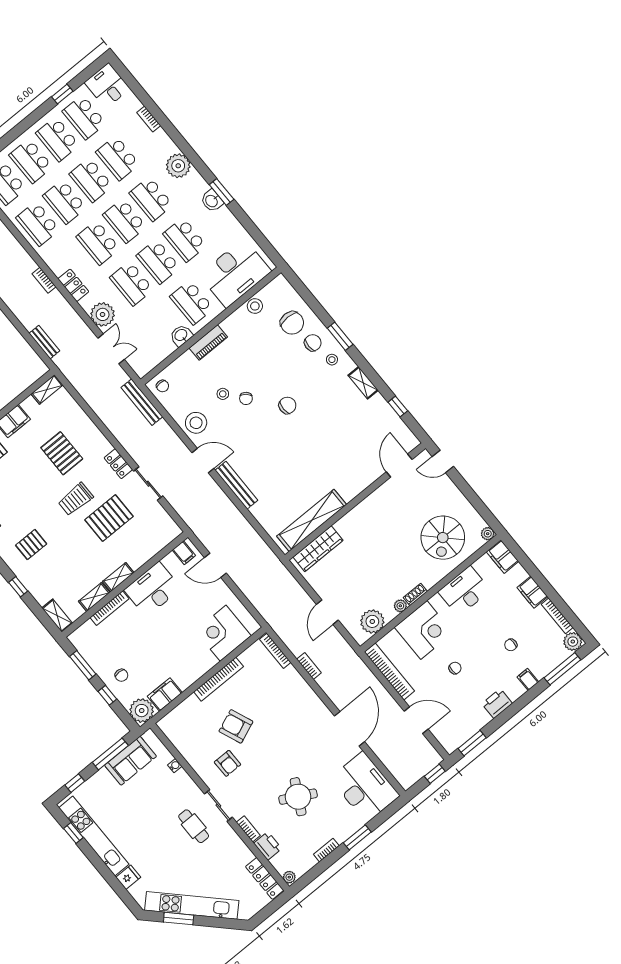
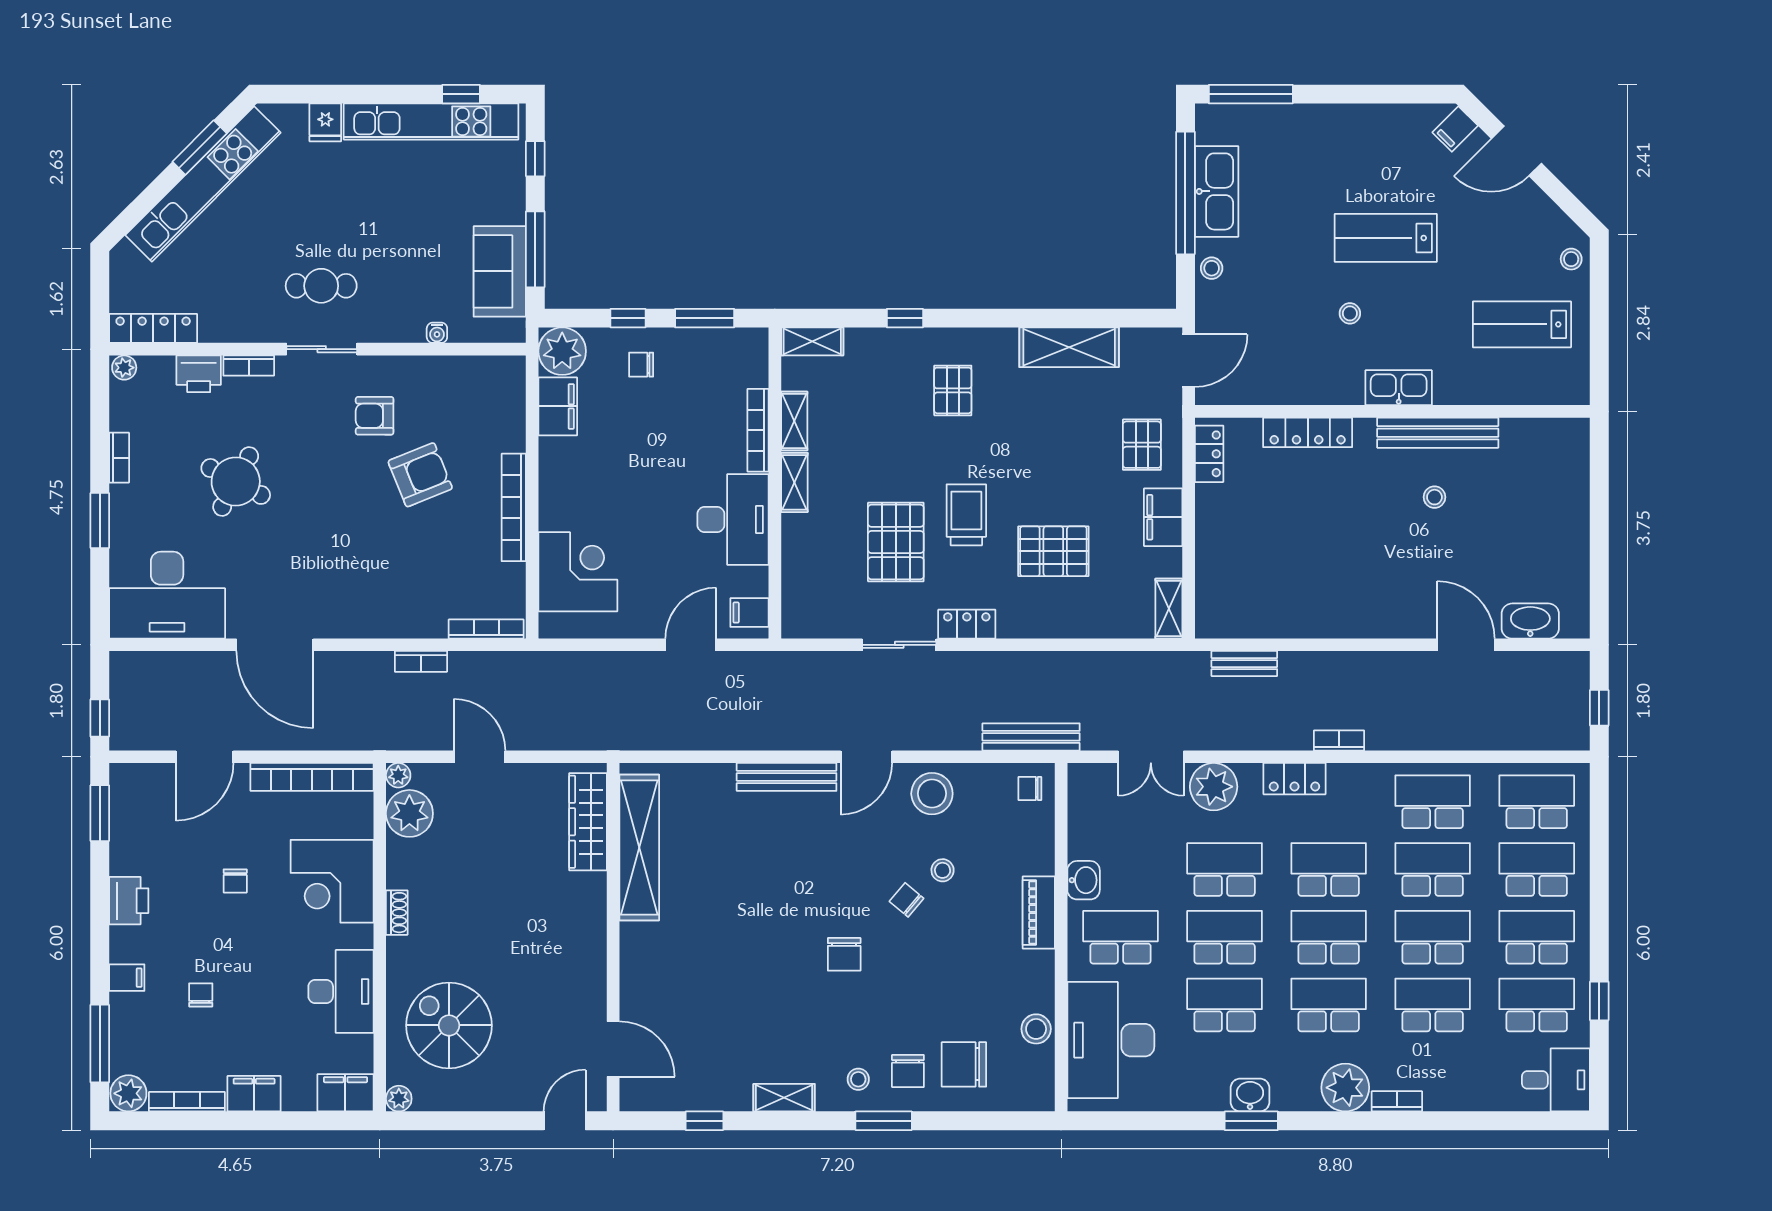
bookcase: (149, 119) -> (1397, 1101), moved
plant: (400, 606) -> (398, 775), moved

